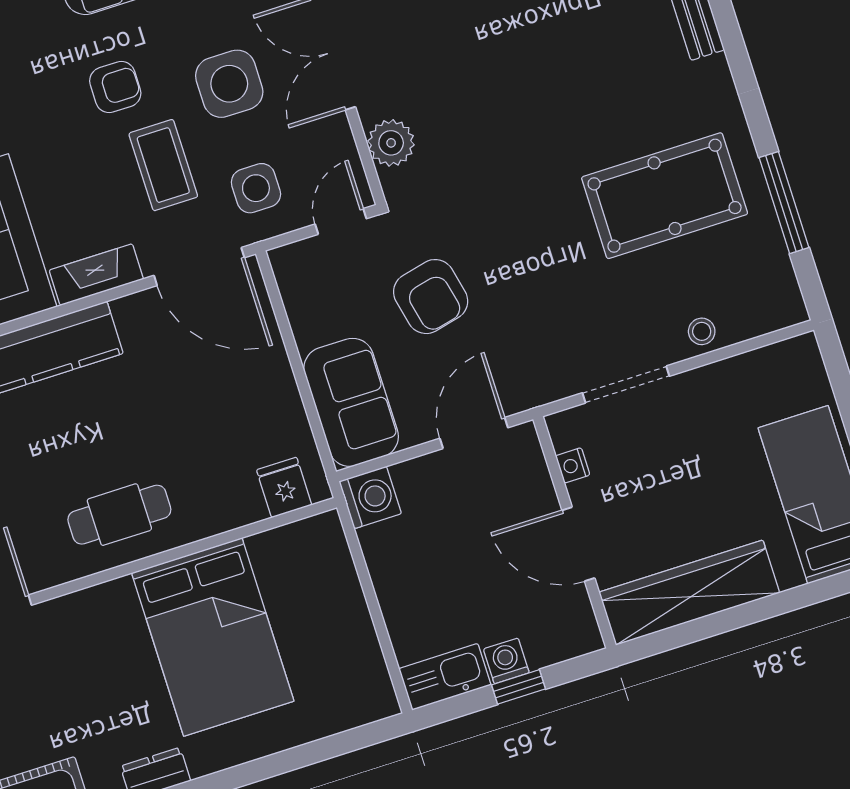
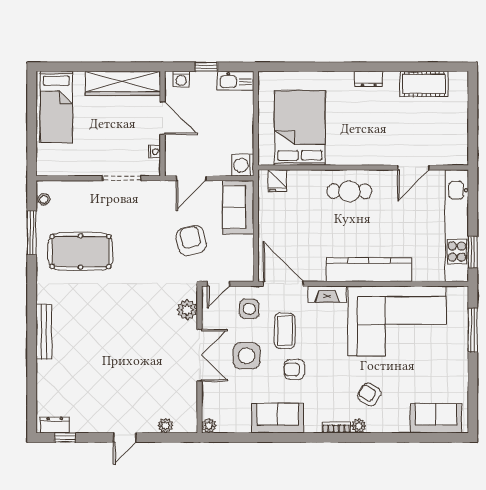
stool: (702, 331) -> (44, 199), moved
bed: (213, 637) -> (300, 128), moved
washing machine: (506, 661) -> (181, 79), moved

